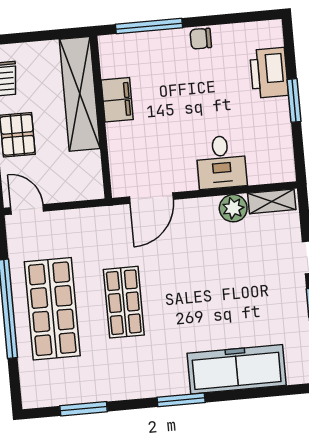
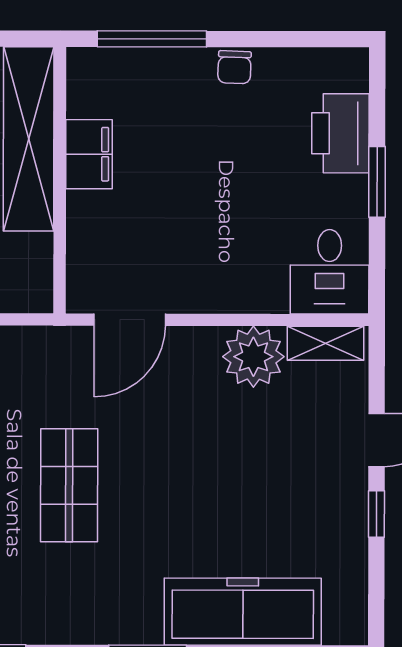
chair: (201, 39) -> (234, 67), turned -88
desk: (221, 162) -> (330, 272), moved
plant: (233, 208) -> (253, 357), width x1.36, depth x1.36

